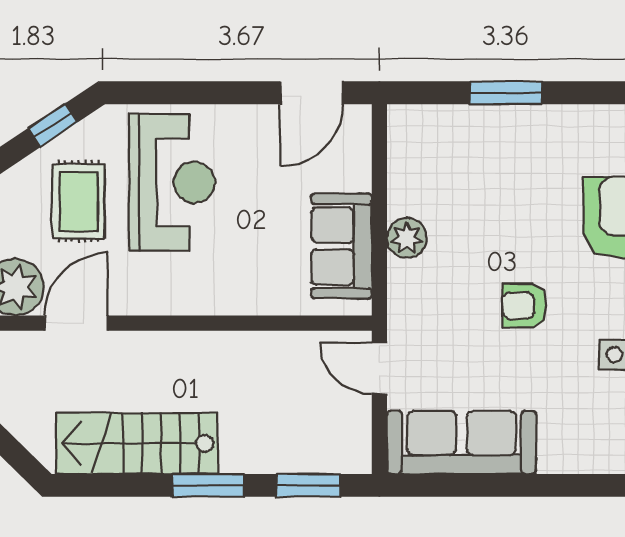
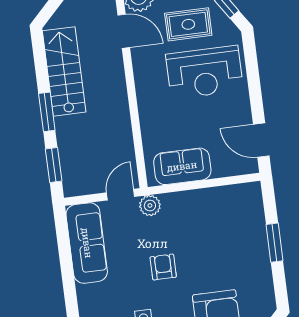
plant: (407, 238) -> (150, 206), moved

